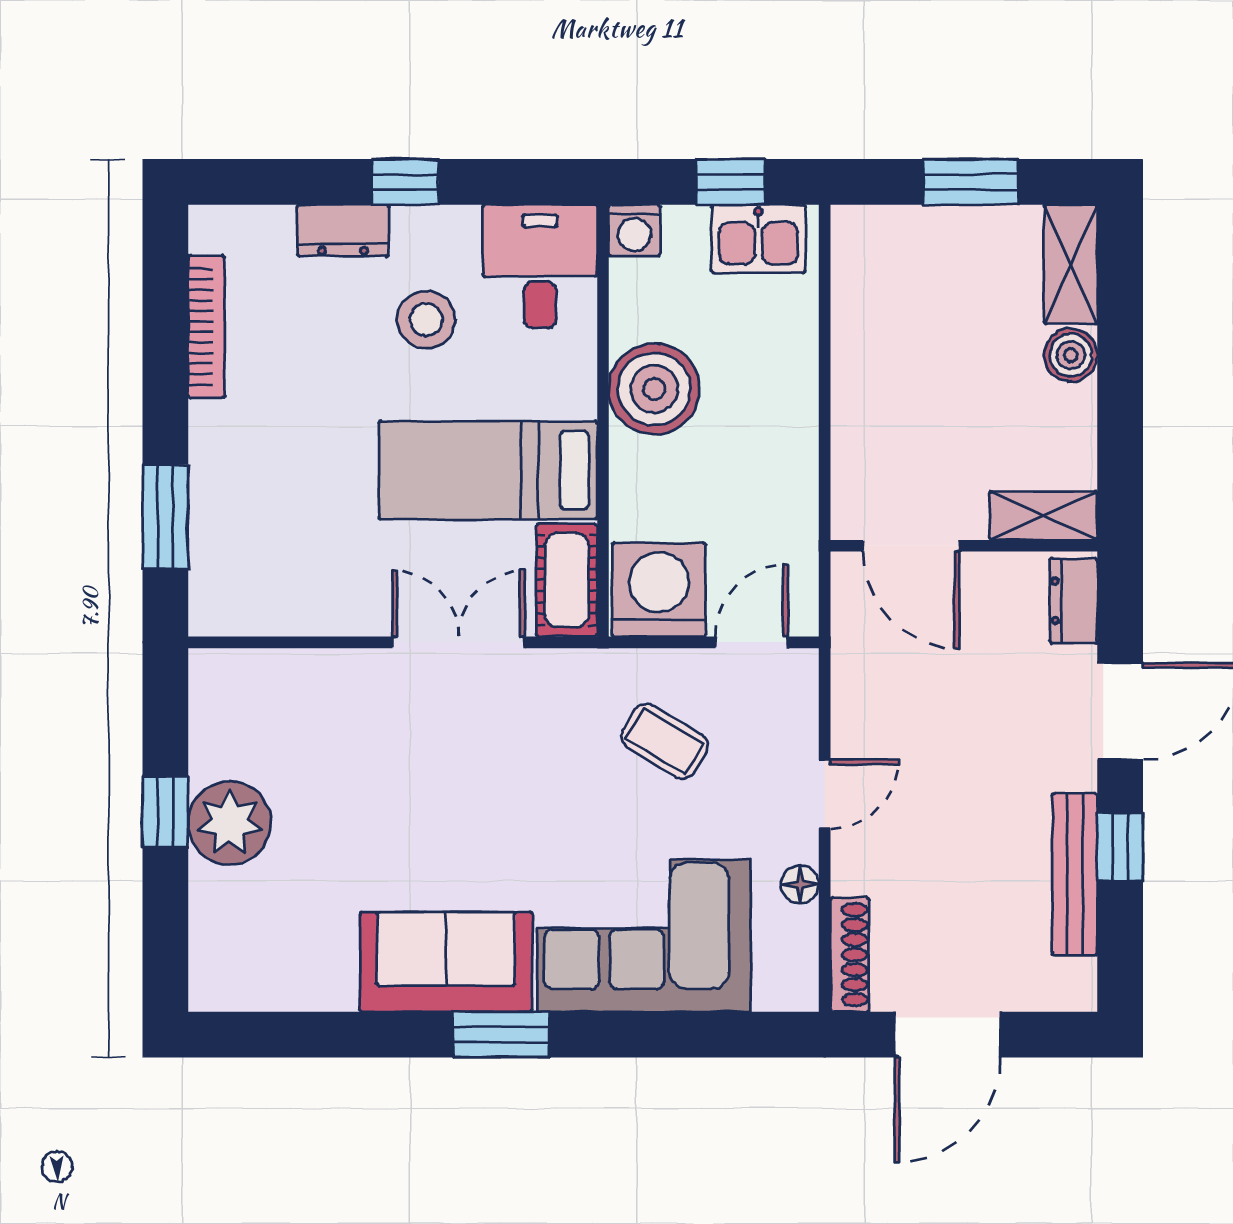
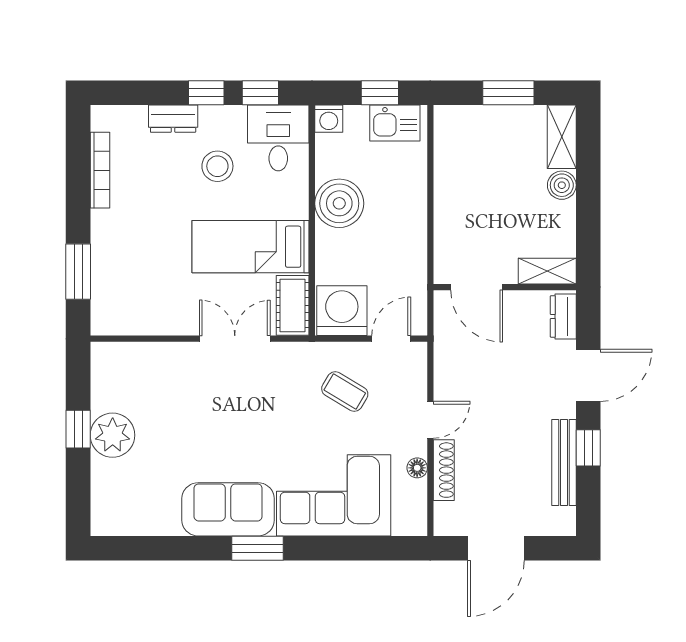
window: (506, 182) -> (260, 93), added
shoe rack: (850, 955) -> (444, 470), moved

